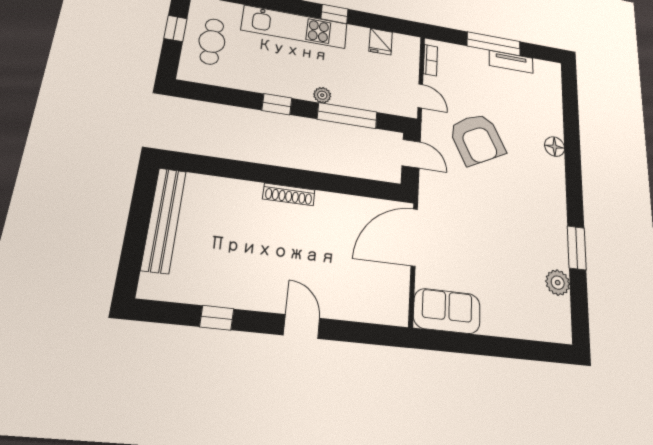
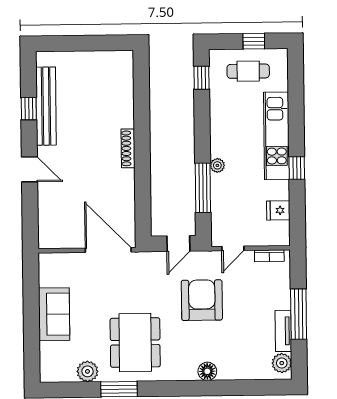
plant: (544, 70) -> (282, 363), added
window: (277, 104) -> (202, 78), moved
armchair: (477, 139) -> (202, 300), turned 117
bench: (164, 220) -> (46, 106), moved, turned 90
dining table: (524, 221) -> (135, 343), added
sofa: (447, 311) -> (54, 314), moved
door: (302, 326) -> (30, 169), hinge flipped

